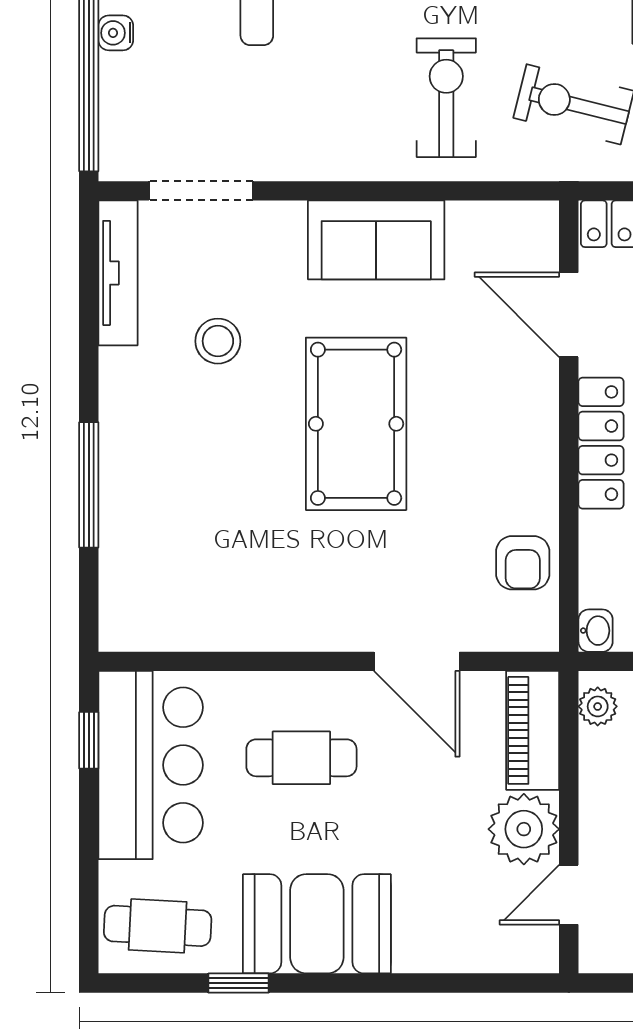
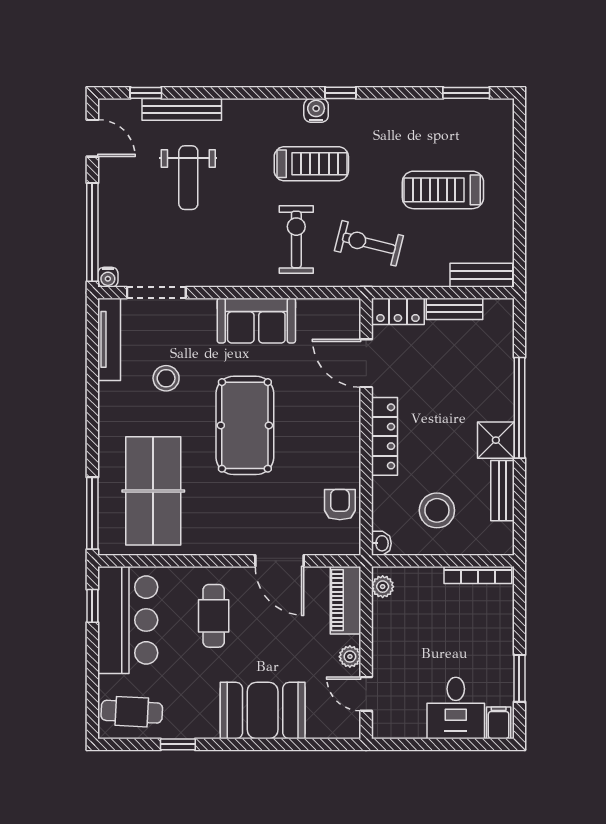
water cooler: (116, 33) -> (108, 277), moved, turned -90
window: (89, 485) -> (92, 513), moved
table tennis table: (195, 539) -> (153, 491), added
armchair: (523, 563) -> (340, 505), turned 180
cafe table: (301, 758) -> (214, 616), turned 90
plant: (524, 829) -> (350, 657), width x0.53, depth x0.53
door: (569, 895) -> (366, 694), hinge flipped
booth: (317, 924) -> (263, 711), moved

